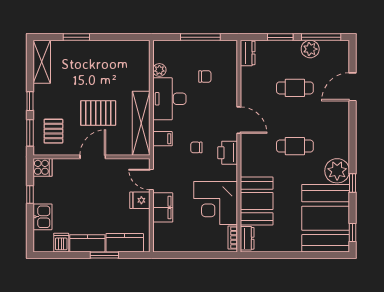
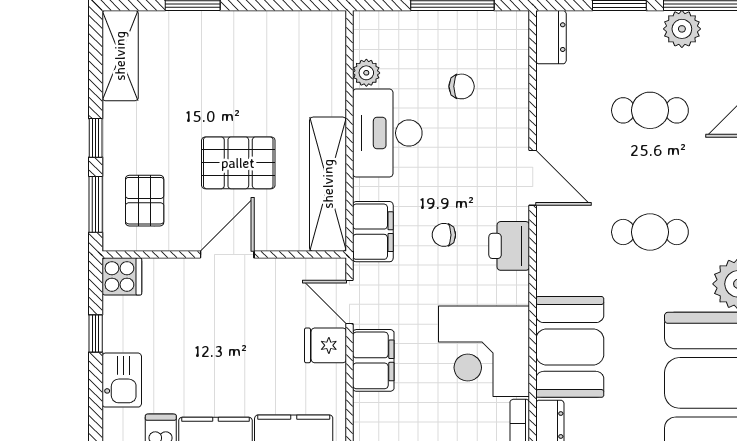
filing cabinet: (162, 139) -> (373, 232), width x2.00

